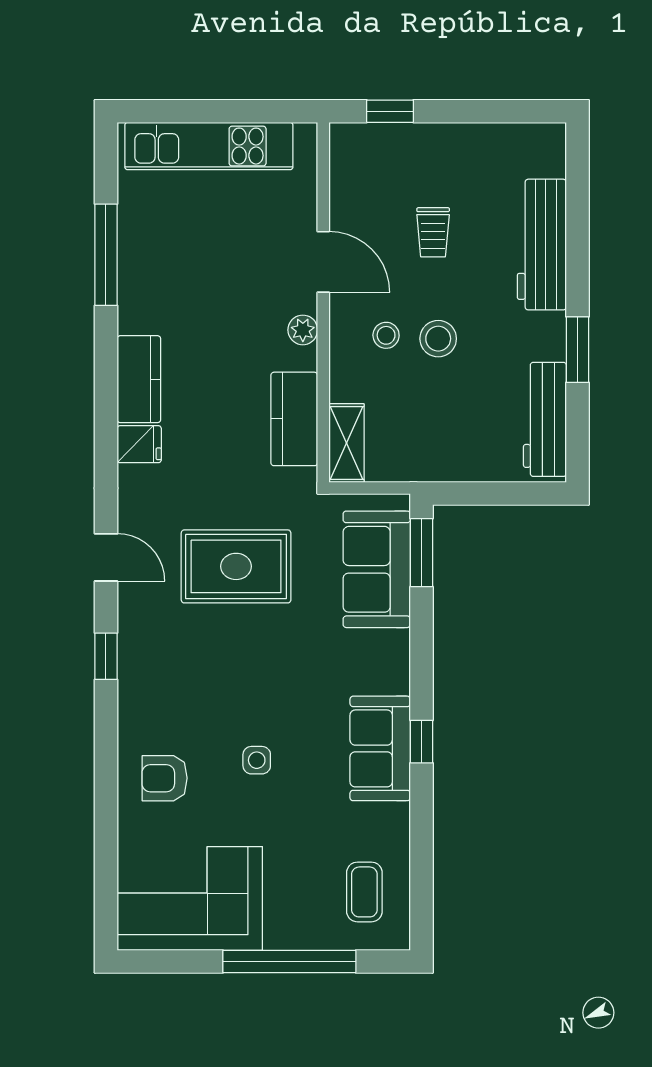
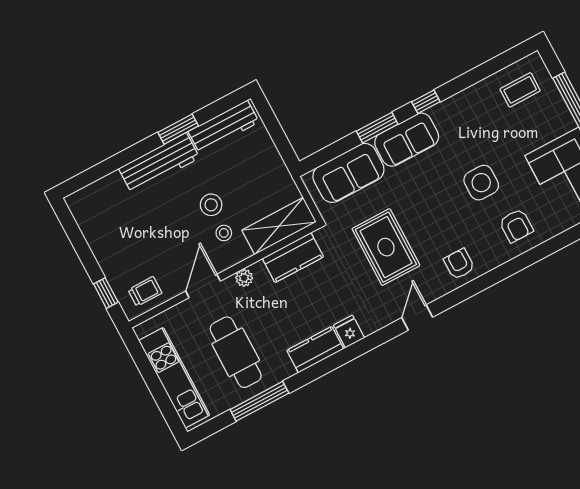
trolley: (433, 232) -> (145, 291), moved
workbench: (542, 245) -> (159, 163), moved
cafe table: (198, 258) -> (236, 352), added
shelving: (347, 443) -> (279, 226), width x1.50, depth x1.33
window: (422, 553) -> (377, 128), moved
window: (106, 656) -> (469, 290), removed
armchair: (153, 663) -> (459, 264), added
sofa: (380, 748) -> (407, 140), moved
side table: (257, 760) -> (481, 183), width x1.87, depth x1.87

